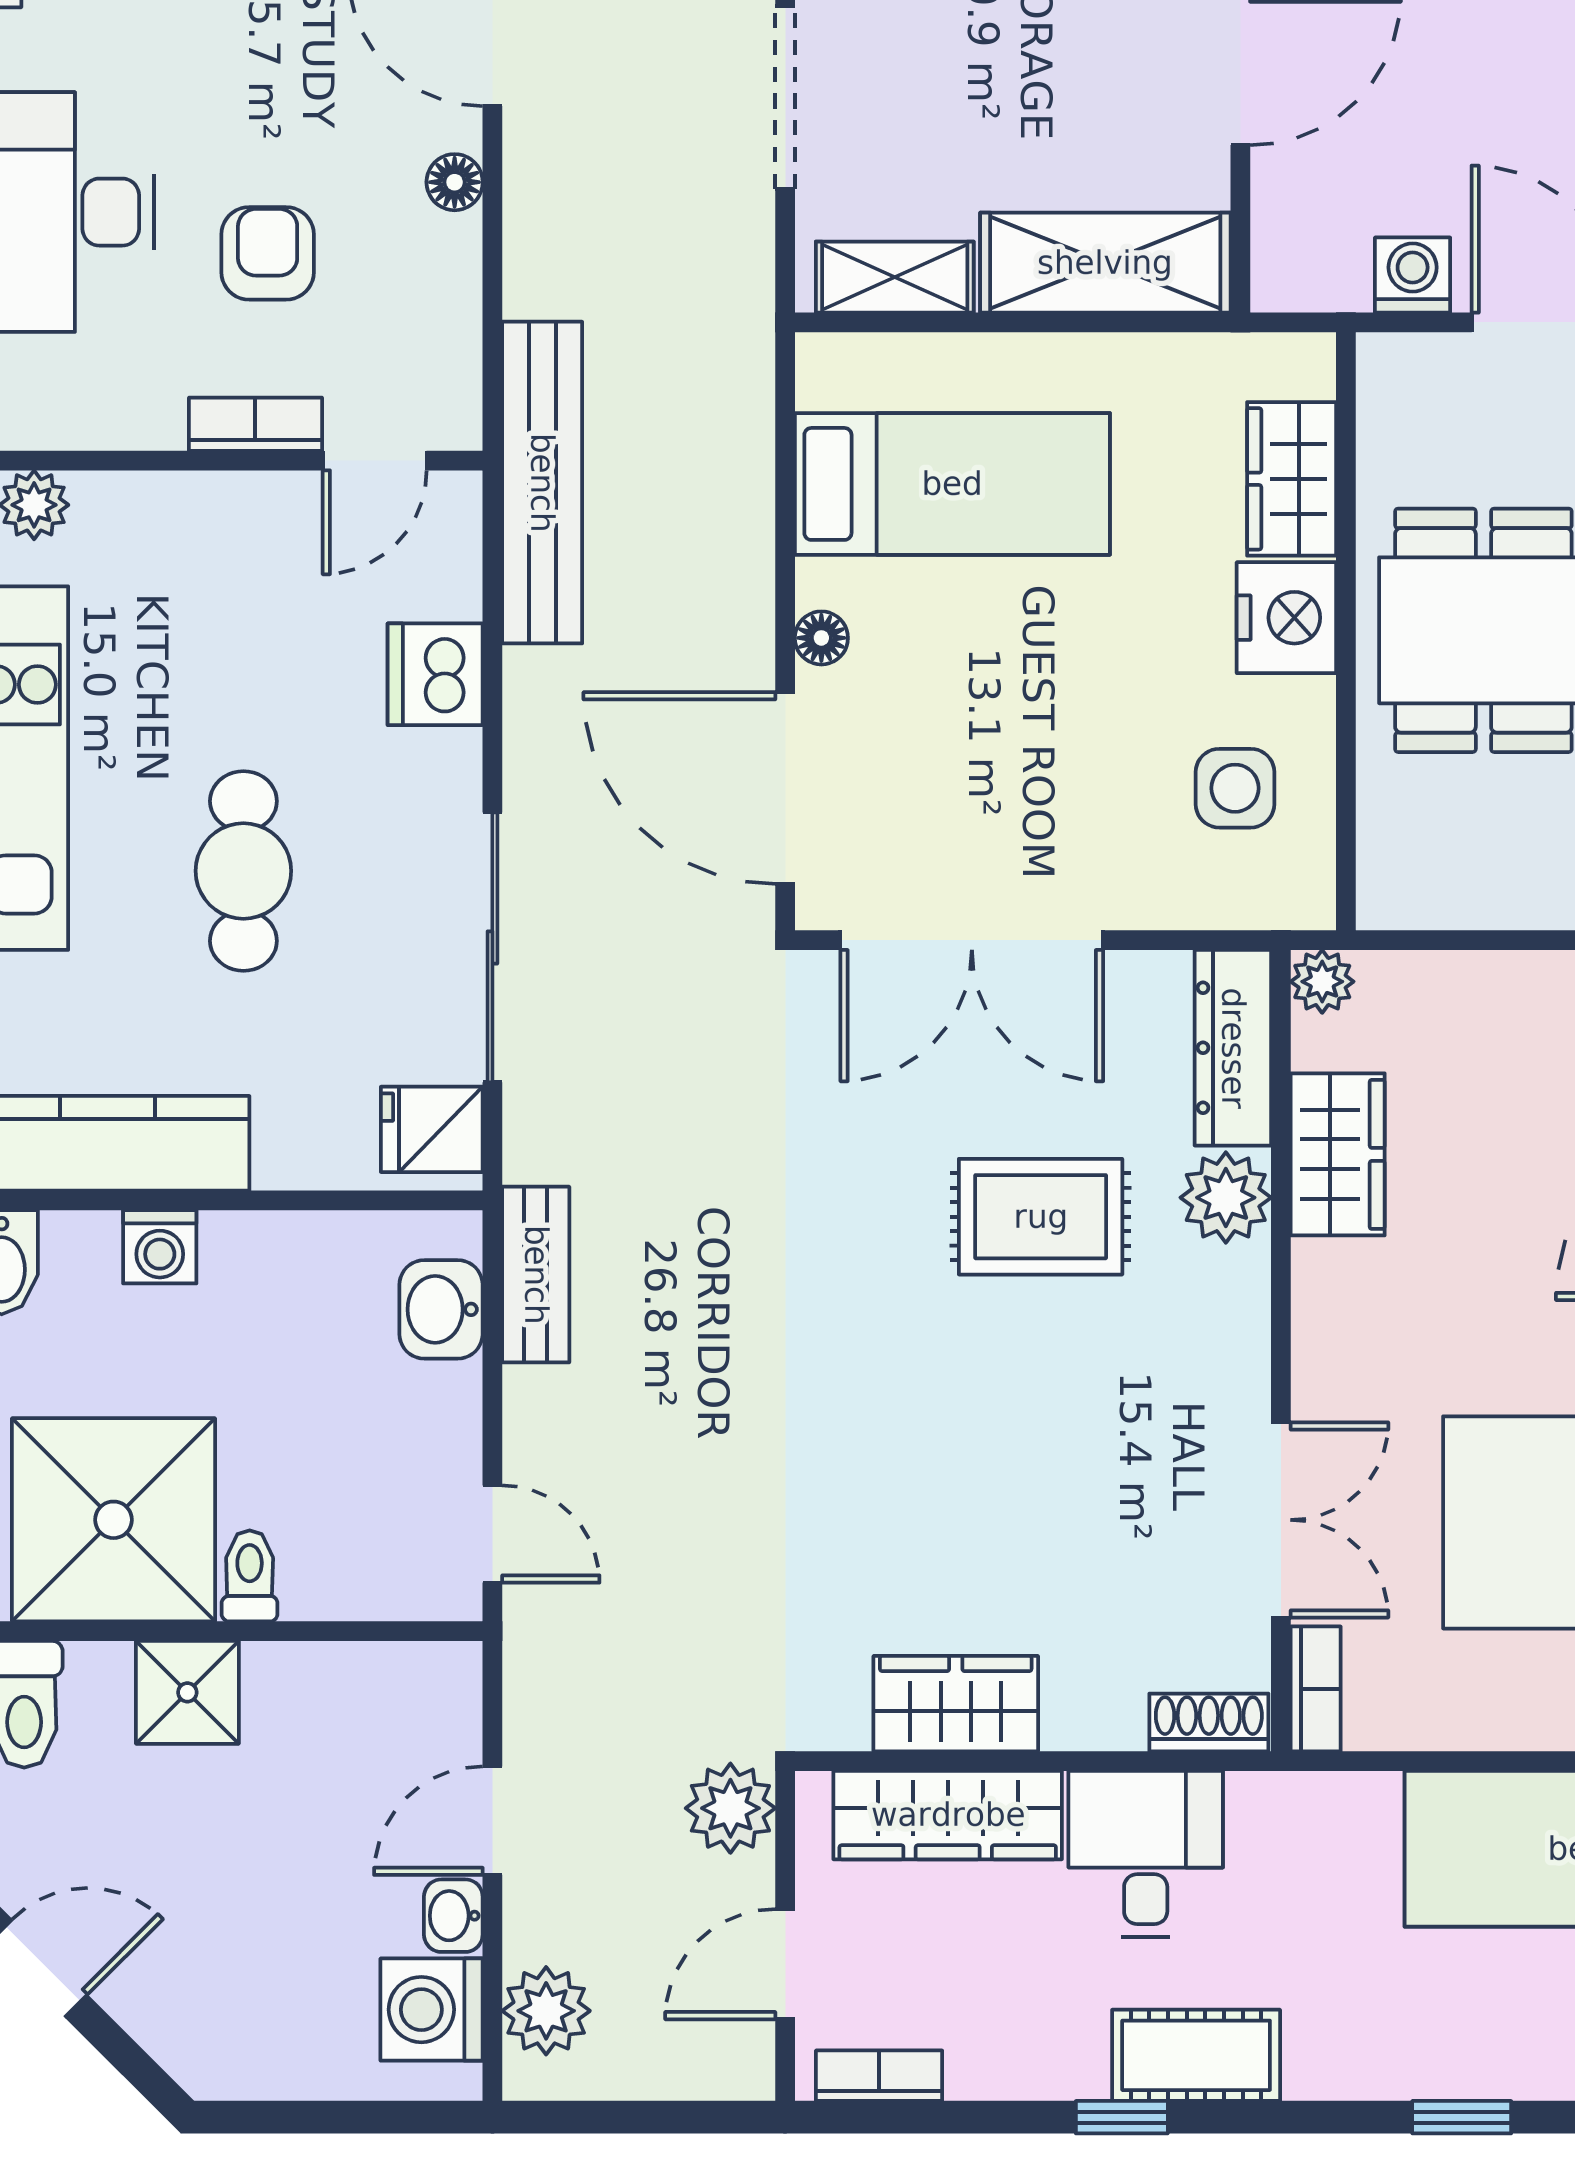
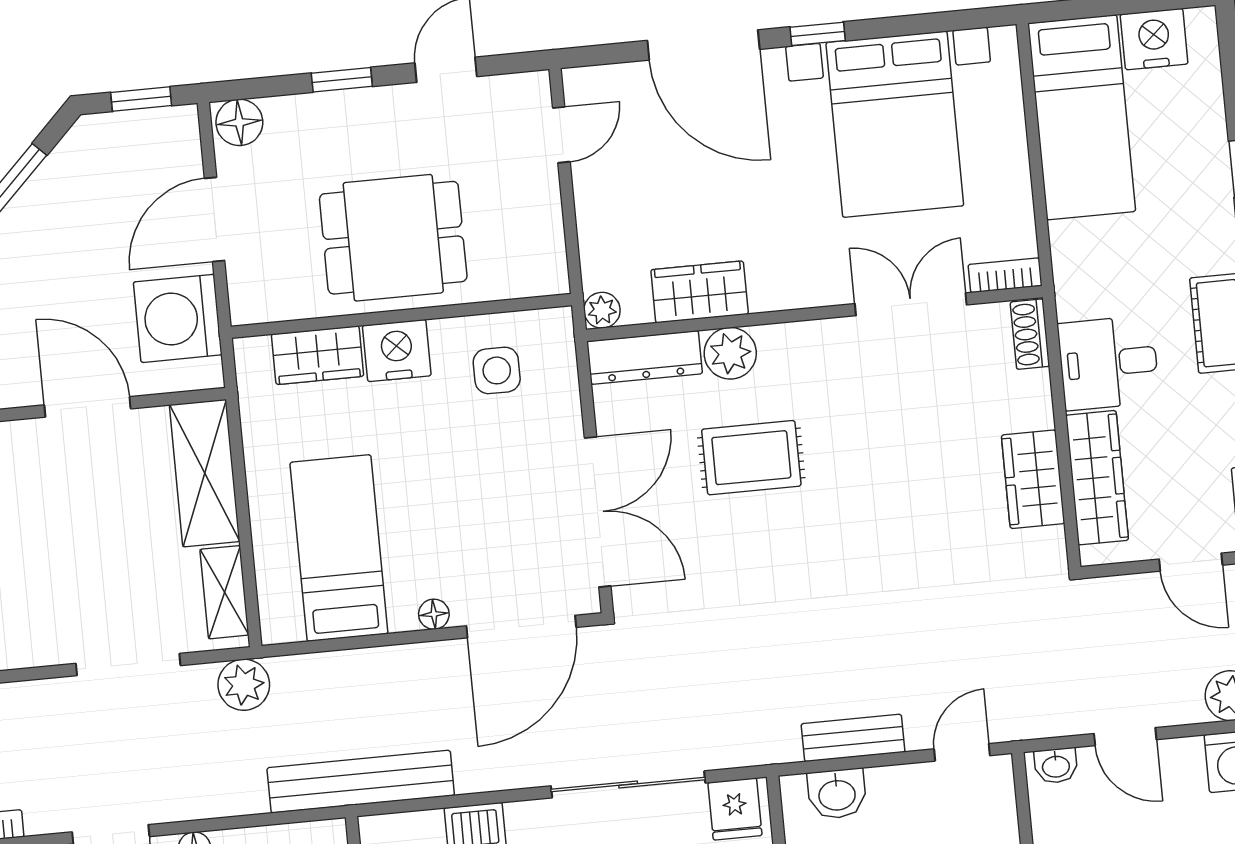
washing machine: (1413, 275) -> (178, 318), width x1.89, depth x1.89
rug: (1041, 1217) -> (751, 458), turned 90
bench: (536, 1275) -> (853, 738), moved
plant: (730, 1808) -> (244, 685), moved
washbasin: (453, 1916) -> (1056, 766), moved

